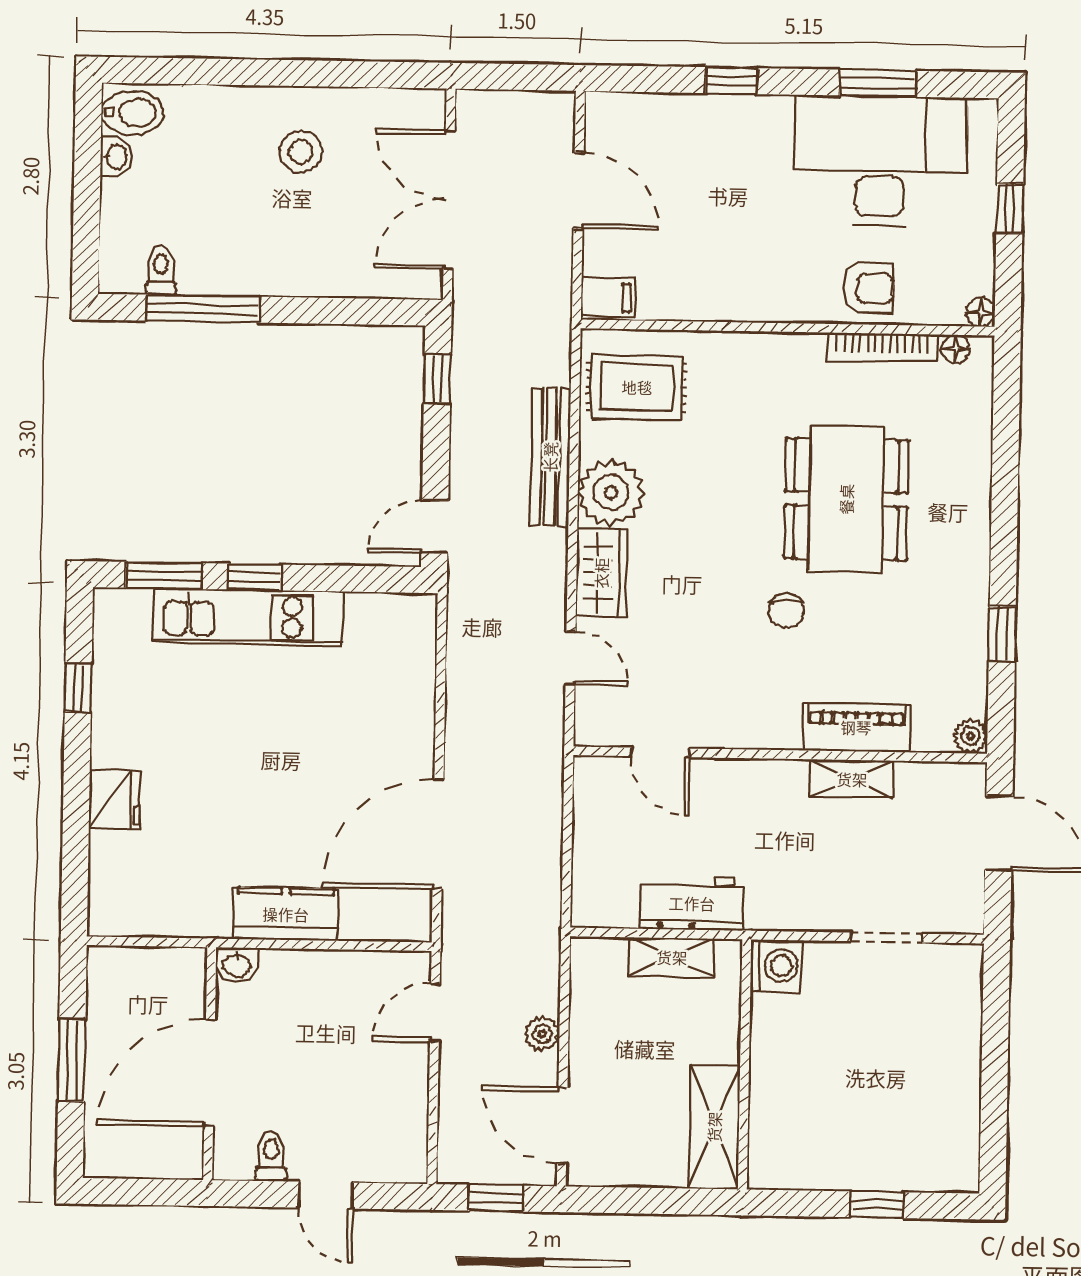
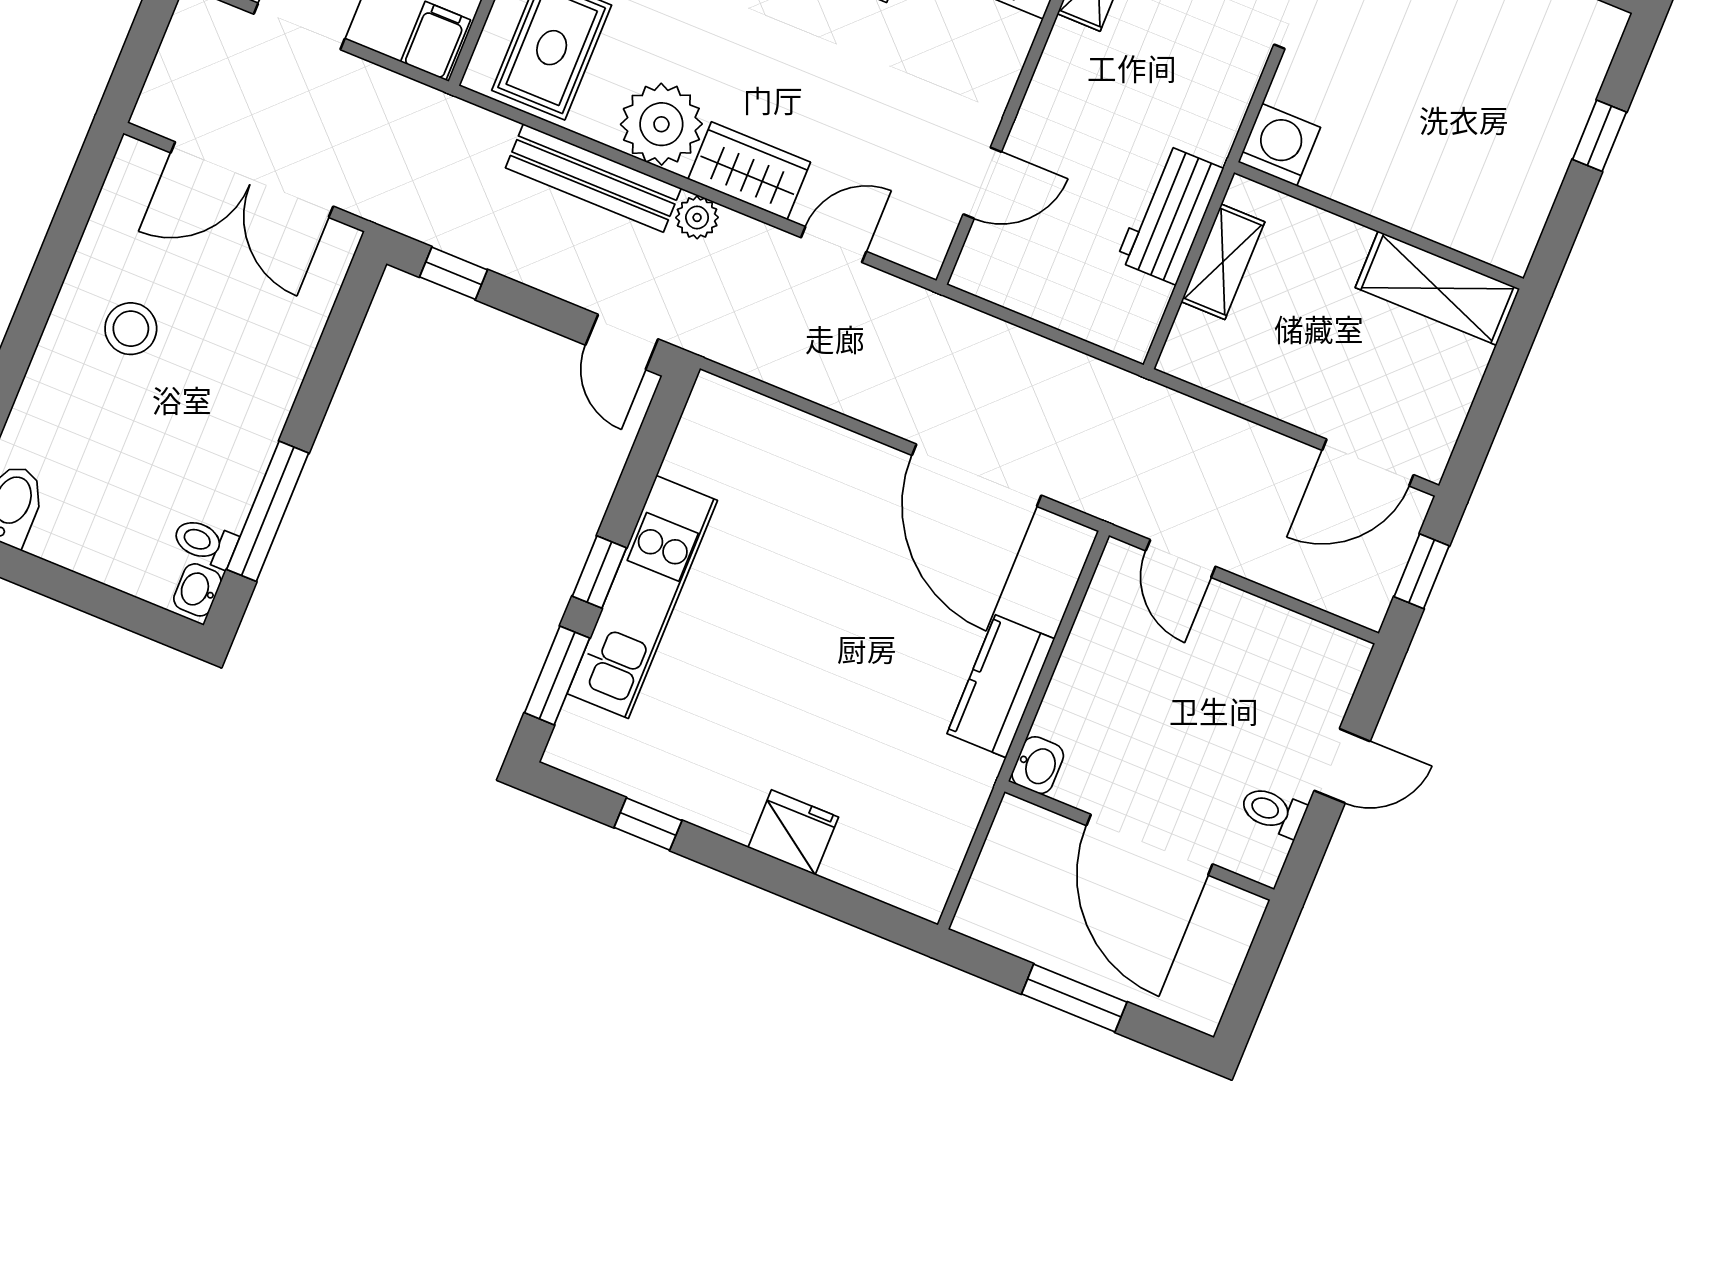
washbasin: (116, 157) -> (197, 590), moved, turned -90
plant: (542, 1034) -> (697, 217), moved

